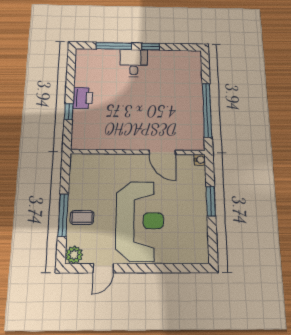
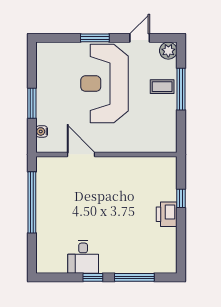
desk: (134, 63) -> (83, 257), moved
water cooler: (200, 160) -> (42, 131), moved
window: (149, 268) -> (95, 38), added

